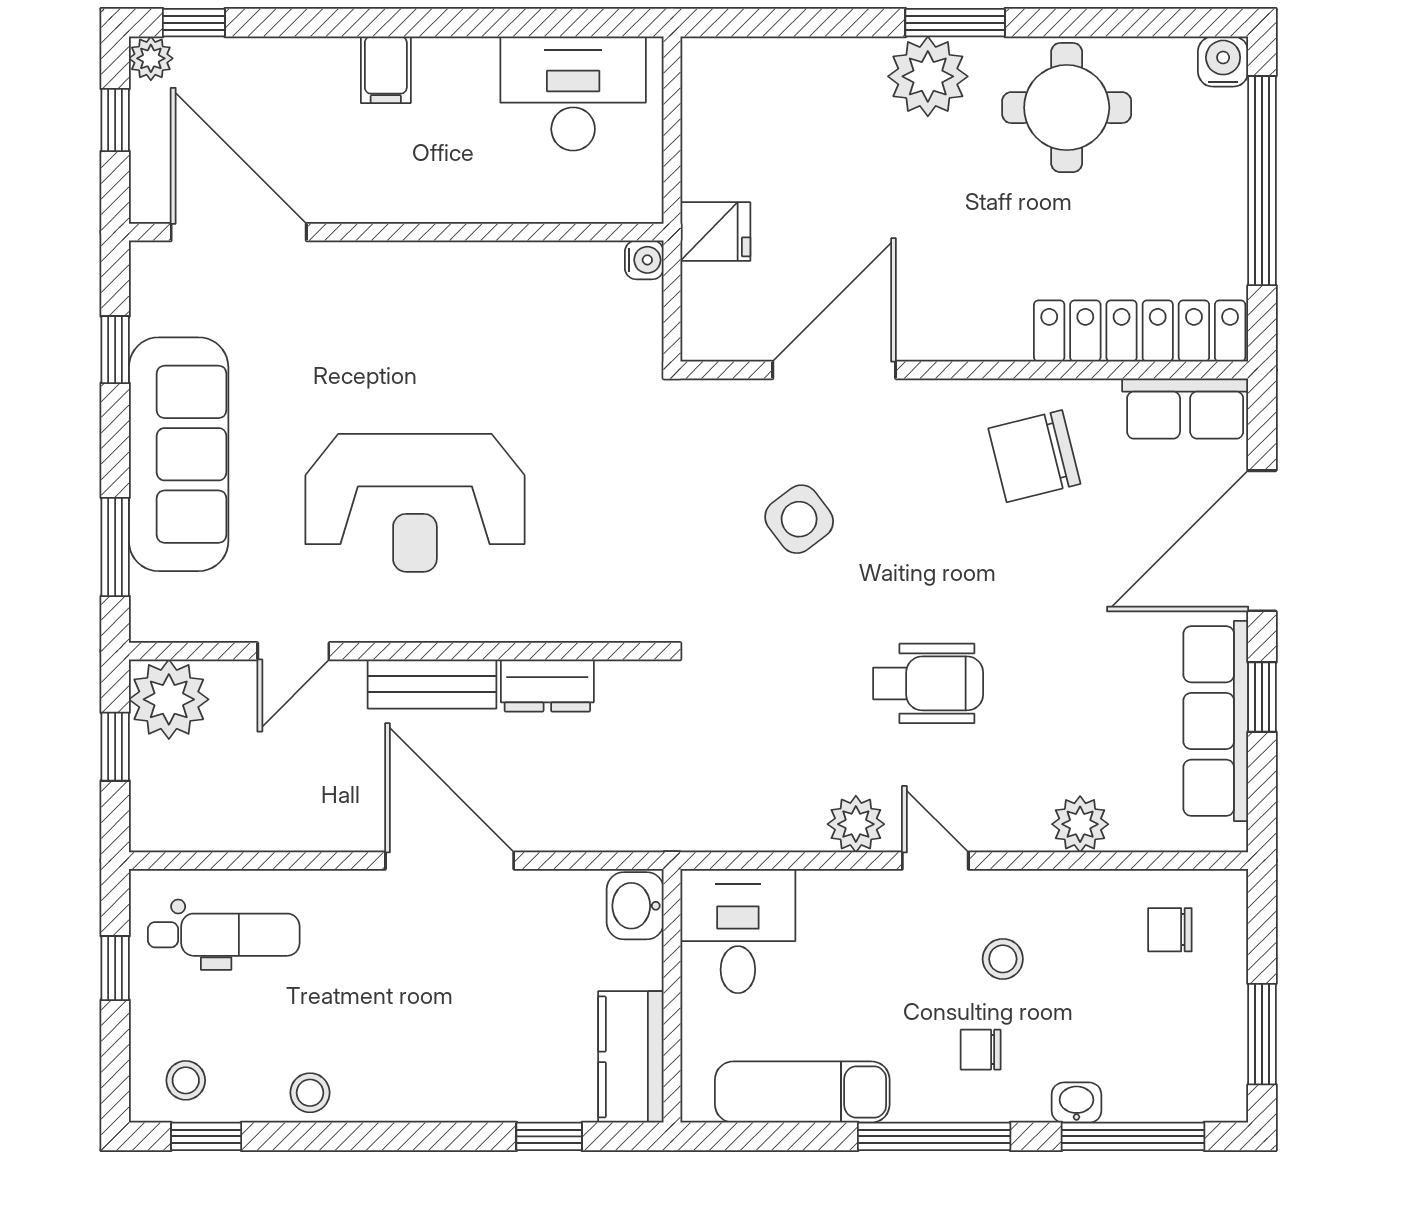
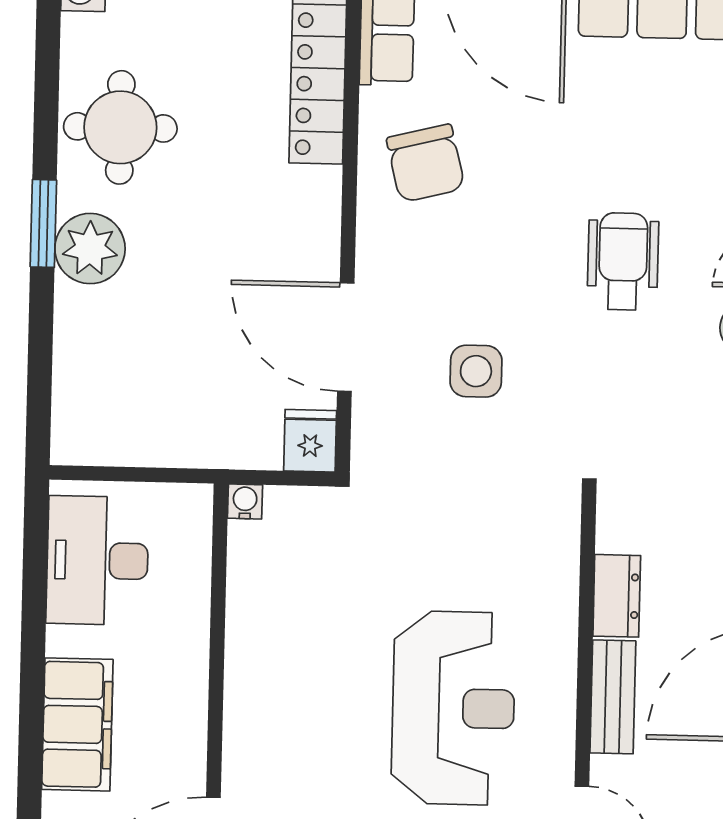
filing cabinet: (386, 70) -> (77, 724), width x3.00, depth x1.17
fridge: (715, 232) -> (310, 441), moved
side table: (799, 519) -> (476, 371), turned 37

